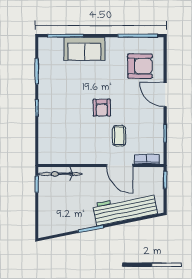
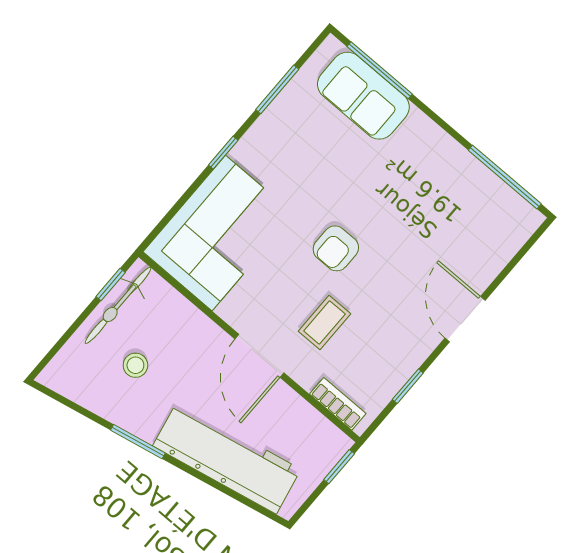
sofa: (84, 49) -> (363, 96), moved
armchair: (140, 66) -> (463, 233), removed
corner sofa: (58, 136) -> (219, 233), added
door: (120, 166) -> (259, 356), moved
bicycle: (60, 174) -> (118, 305), moved, turned -90
stool: (68, 204) -> (135, 365), added

